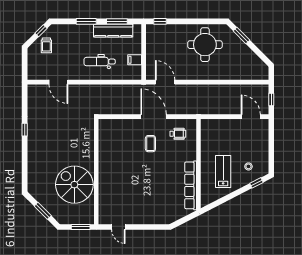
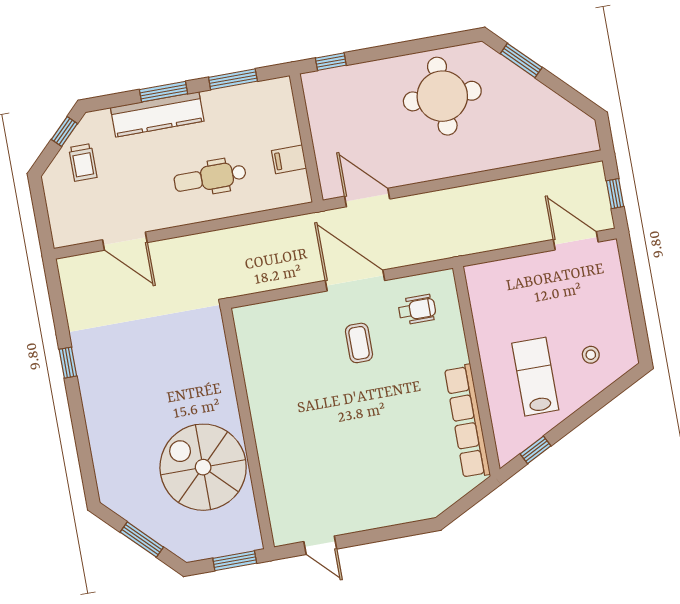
kitchen counter: (113, 31) -> (157, 114), moved
window: (256, 183) -> (536, 450), moved

